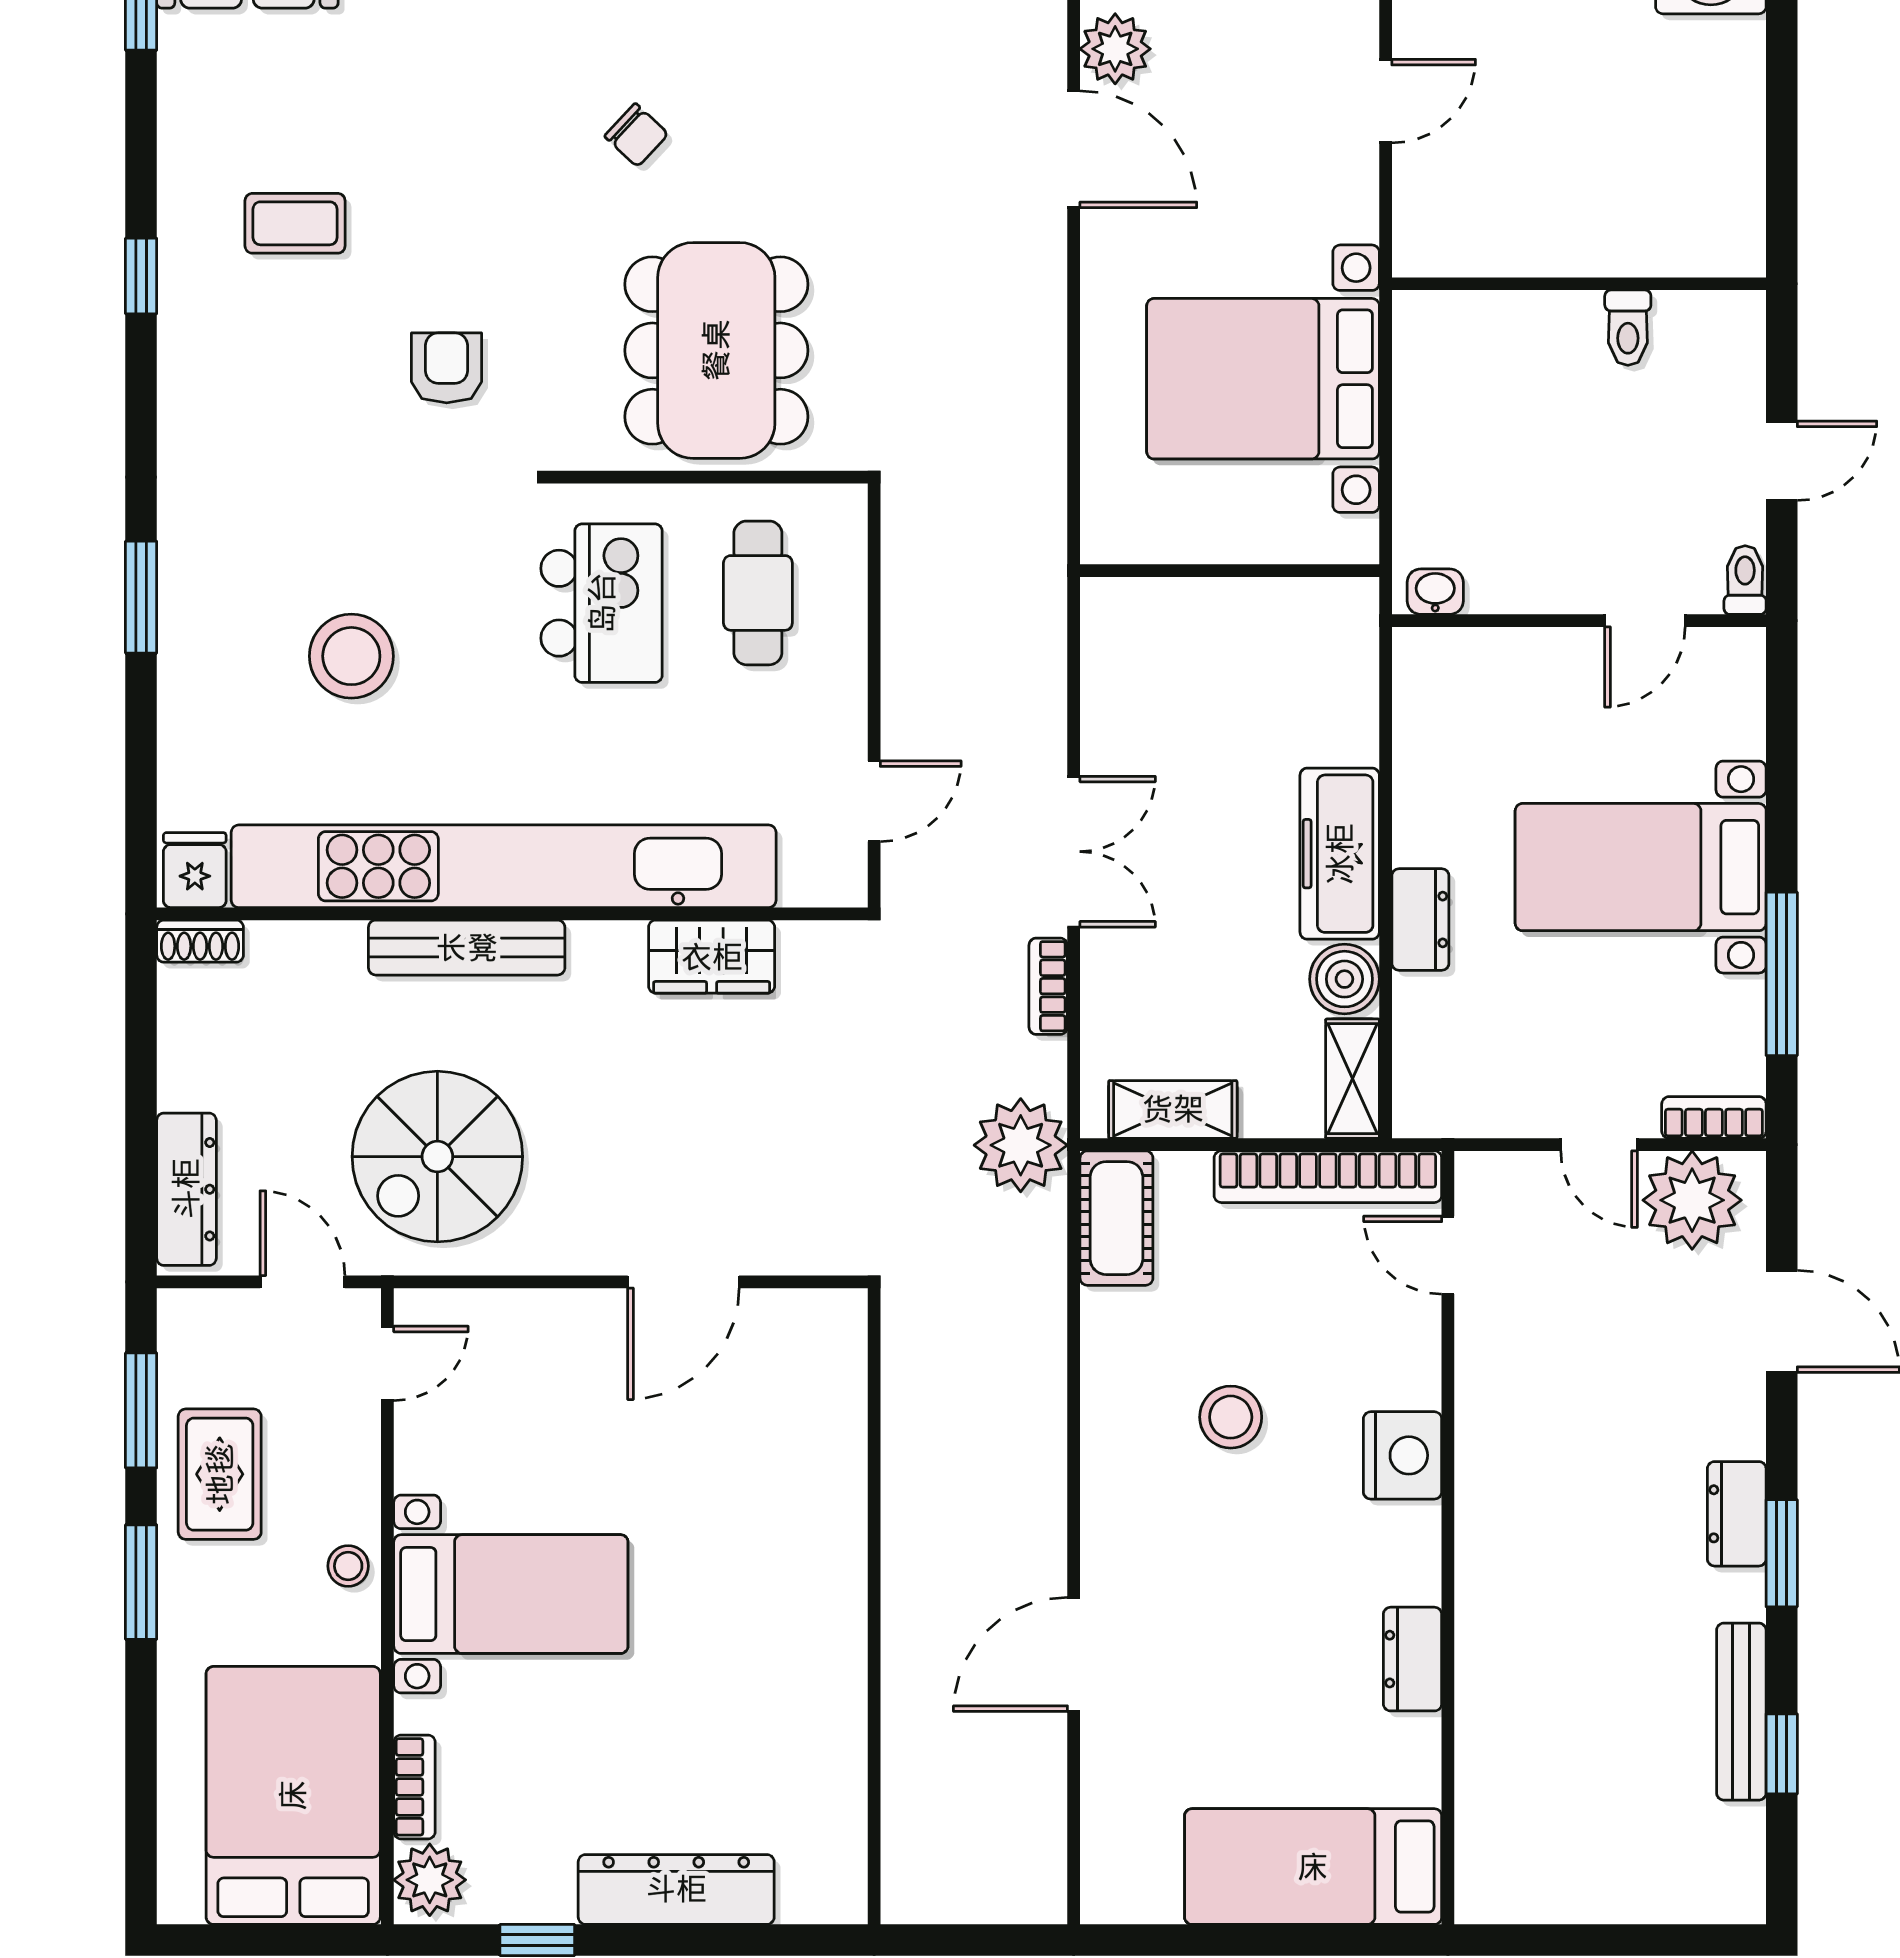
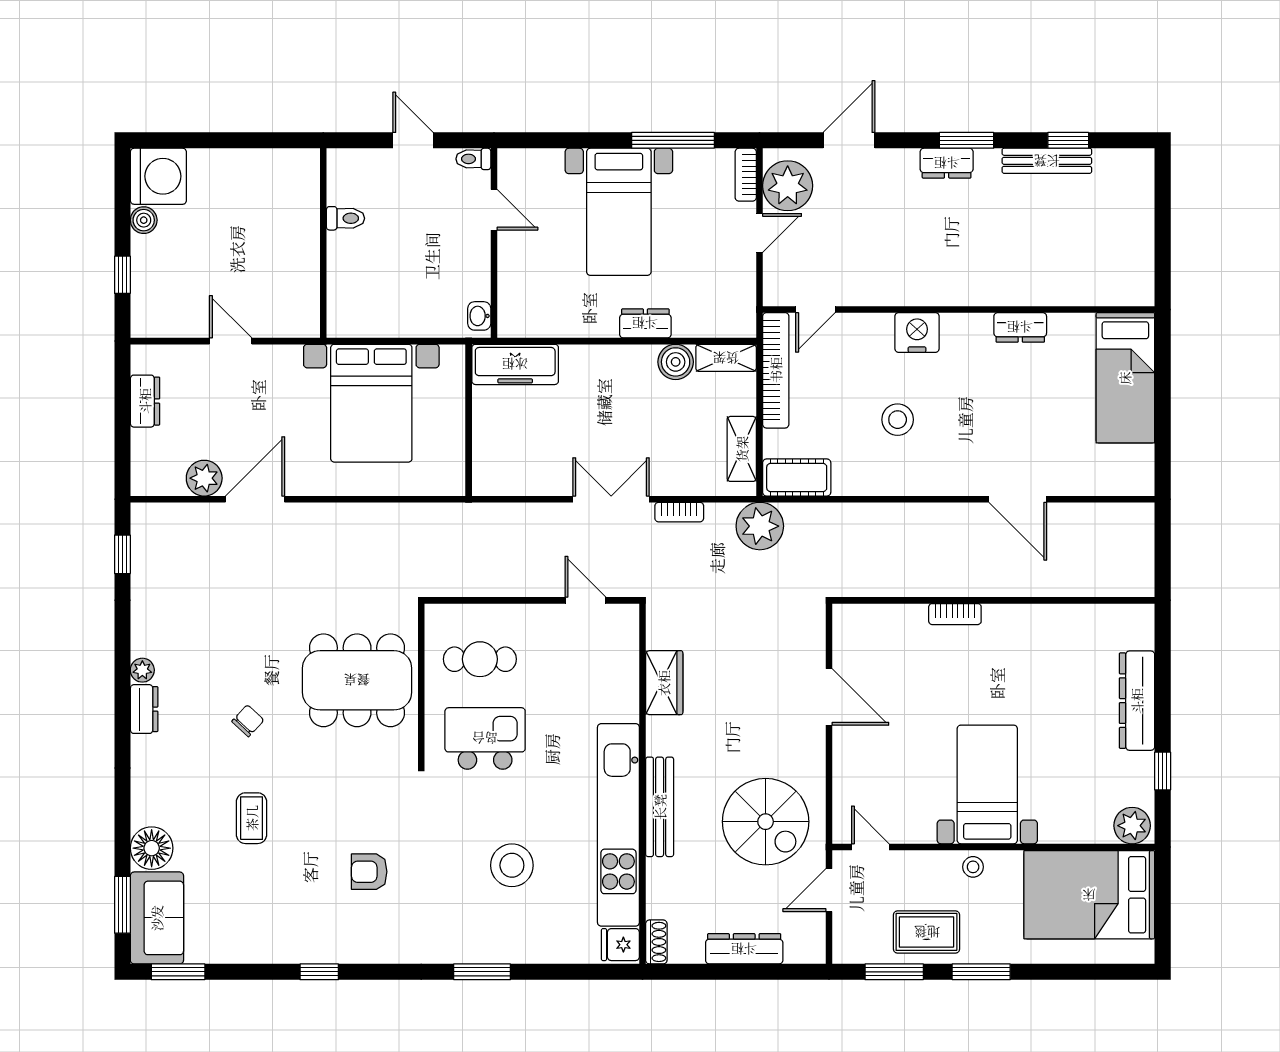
coffee table: (295, 223) -> (252, 818), moved
armchair: (447, 368) -> (369, 872), moved
freezer: (1340, 854) -> (515, 364), moved
kitchen unit: (504, 866) -> (618, 825), width x0.73
dresser: (186, 1189) -> (744, 949), moved
bookcase: (414, 1787) -> (955, 614), moved, turned 180

